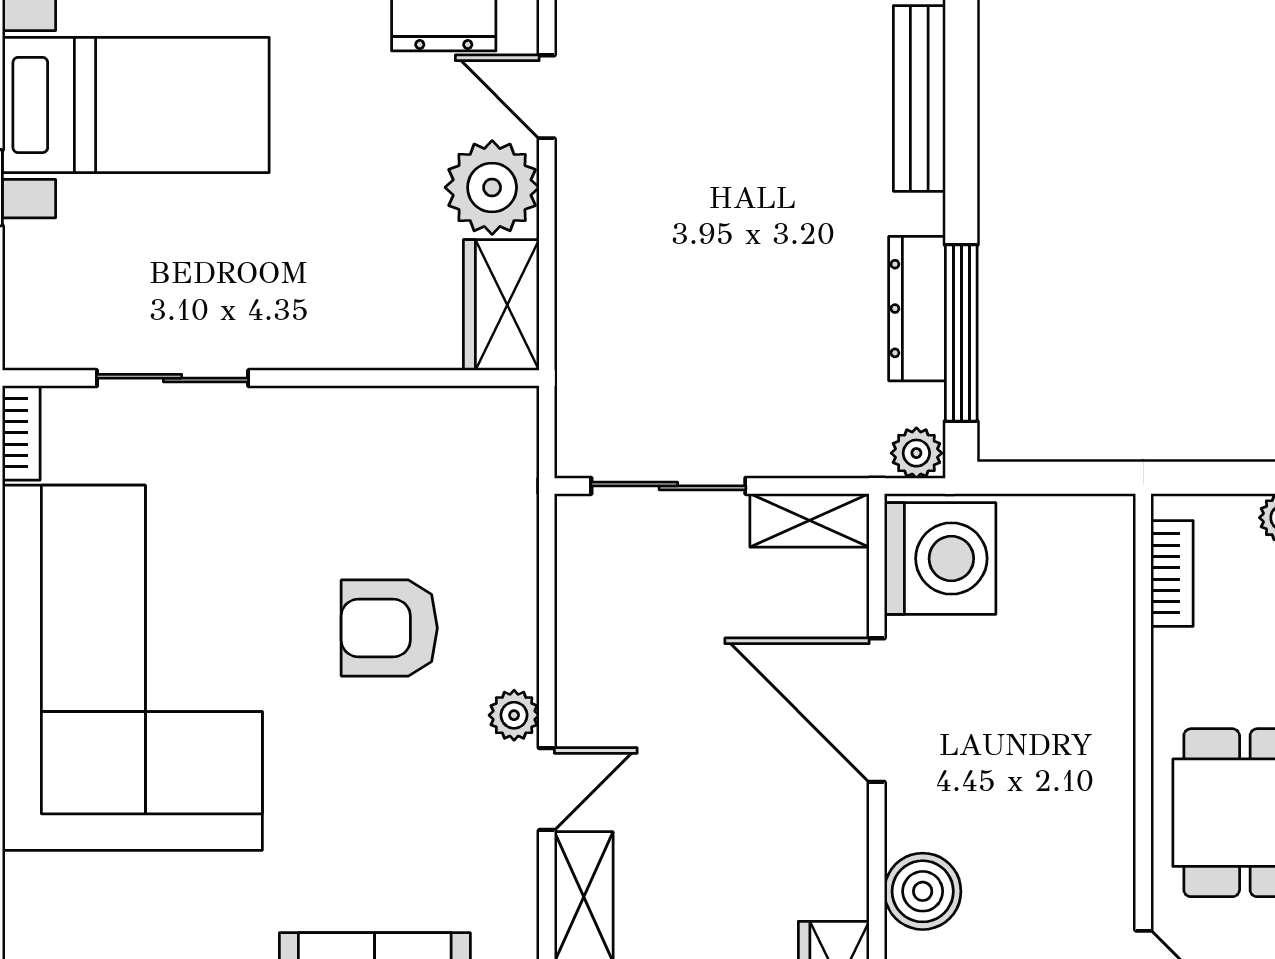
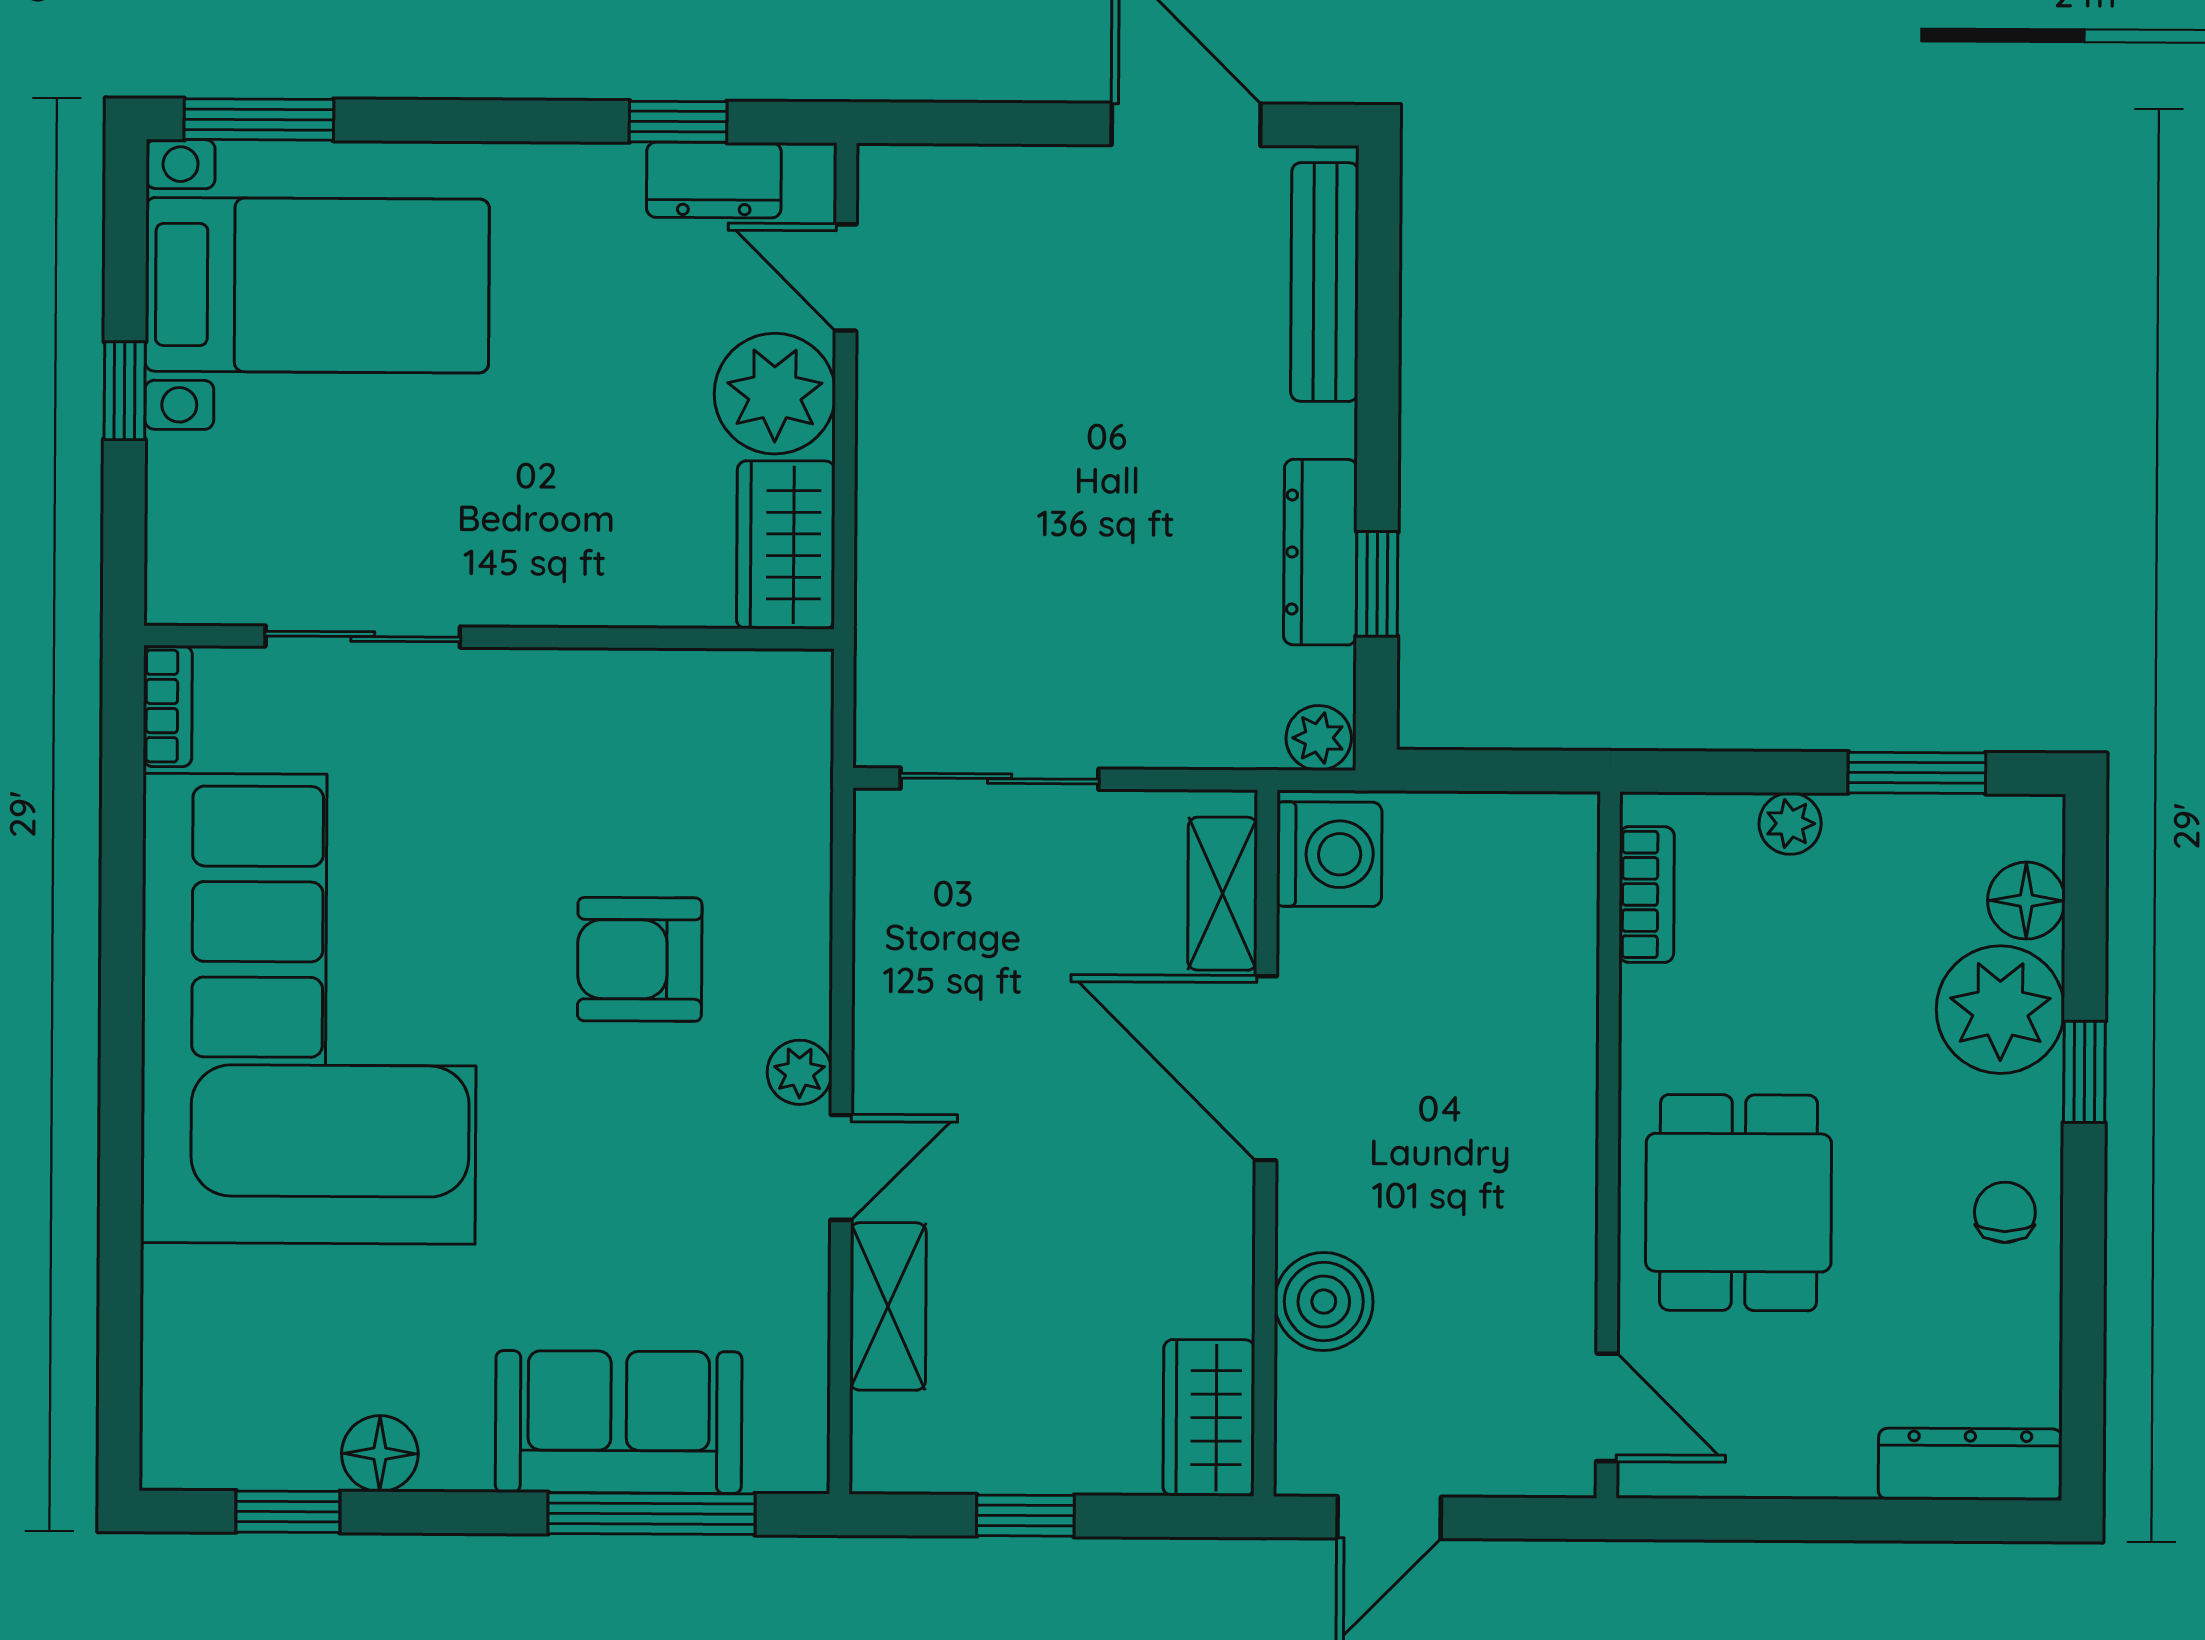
window: (961, 333) -> (1377, 584), width x0.46
shelving: (810, 520) -> (1223, 894), moved, turned 90
washing machine: (940, 558) -> (1329, 854), width x0.73, depth x0.73

